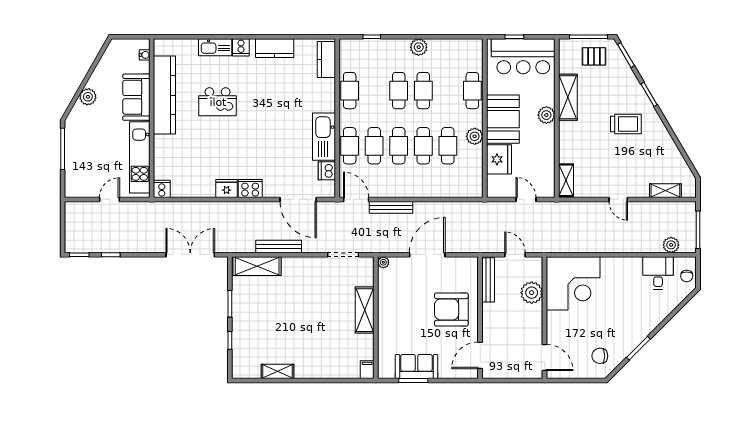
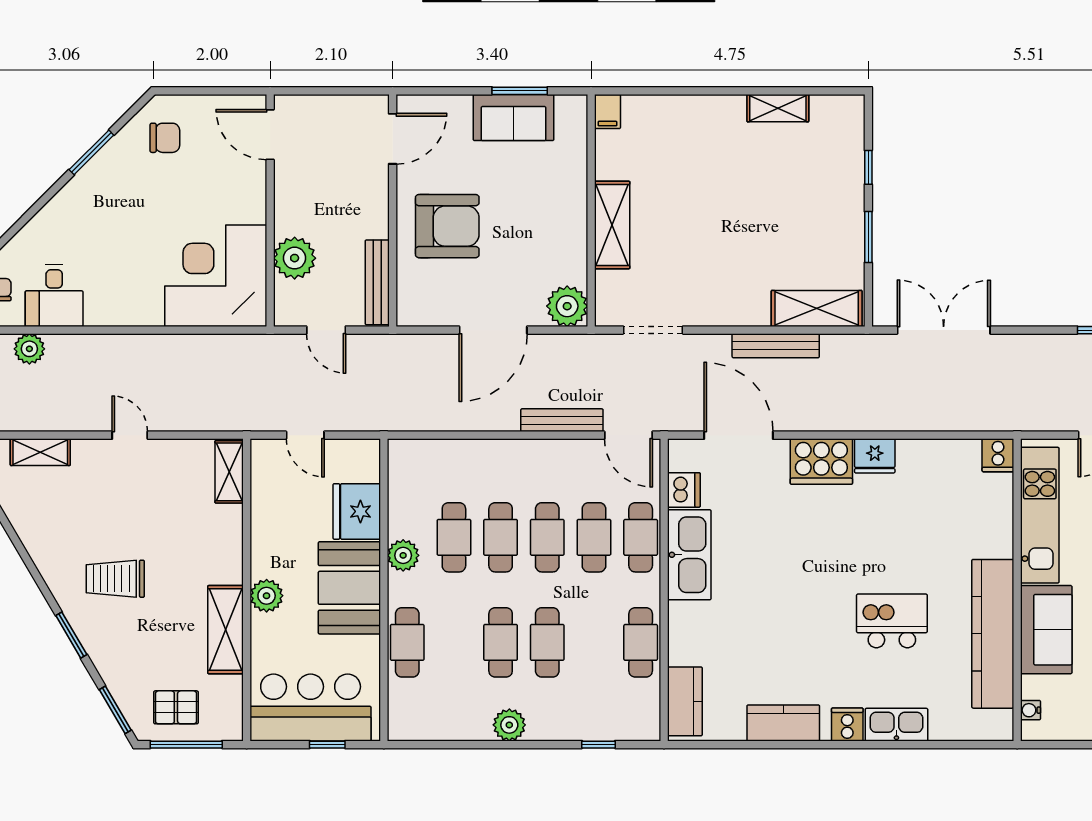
cooker: (250, 188) -> (821, 462), width x1.37, depth x1.31
double door: (190, 255) -> (944, 330), swing flipped
plant: (383, 262) -> (567, 306), width x1.87, depth x1.87

